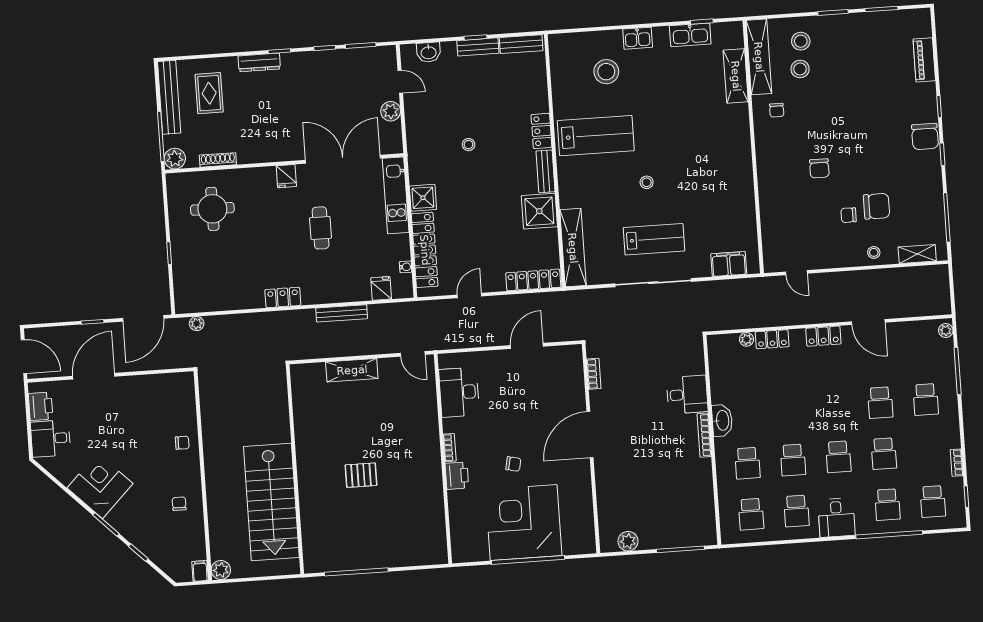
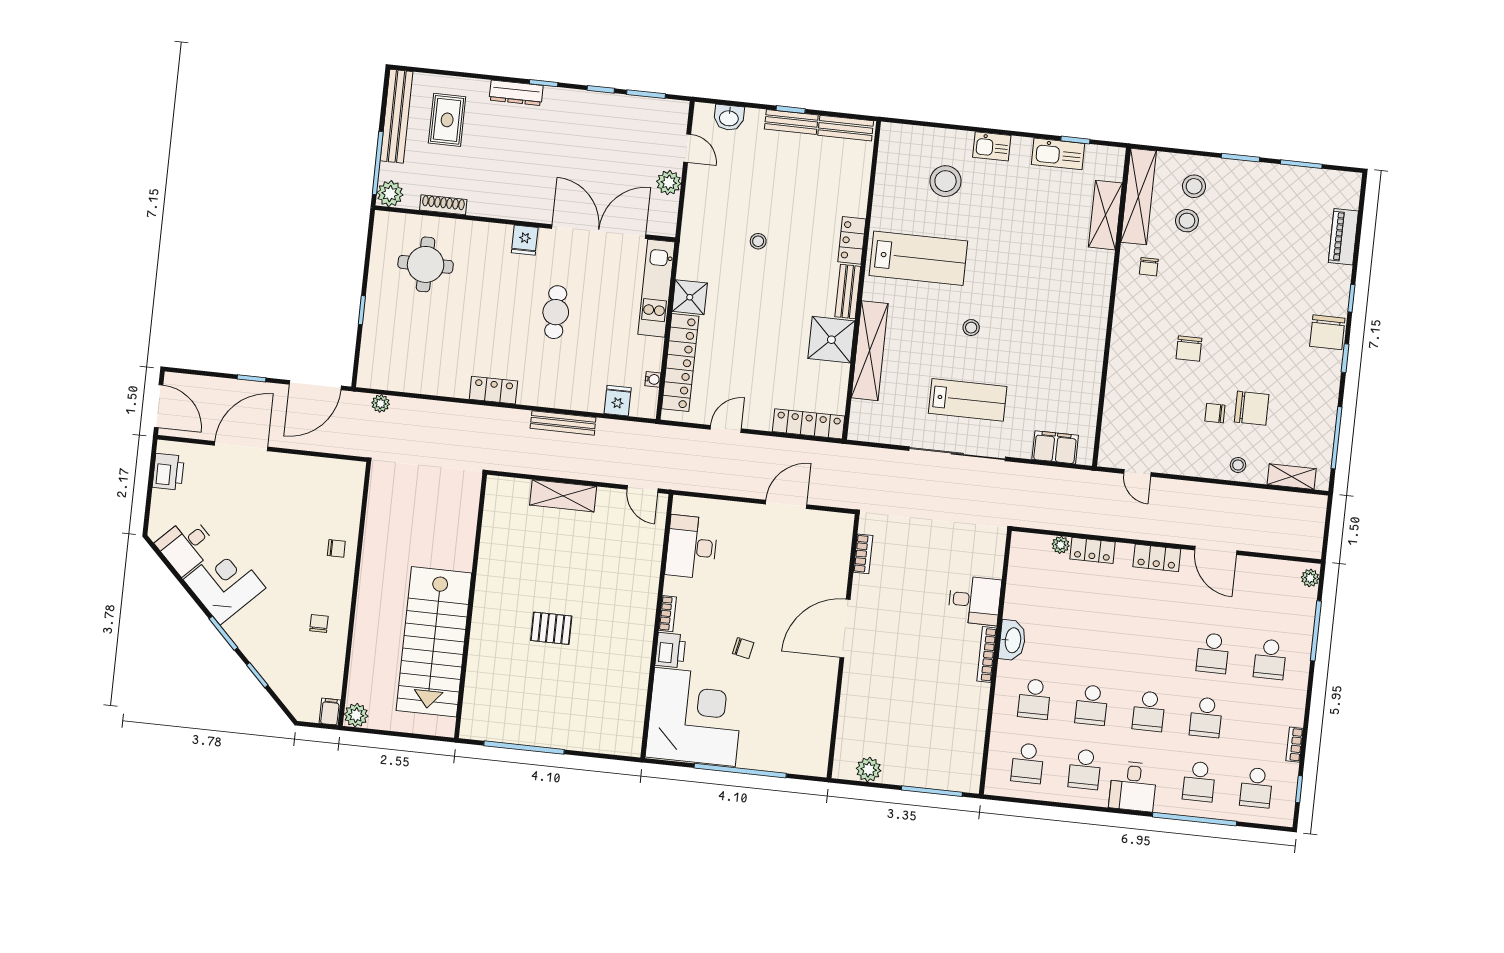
shelving: (573, 248) -> (870, 351), moved
desk: (51, 439) -> (186, 545), moved, turned -45
corner desk: (524, 523) -> (695, 717), moved, turned 90

